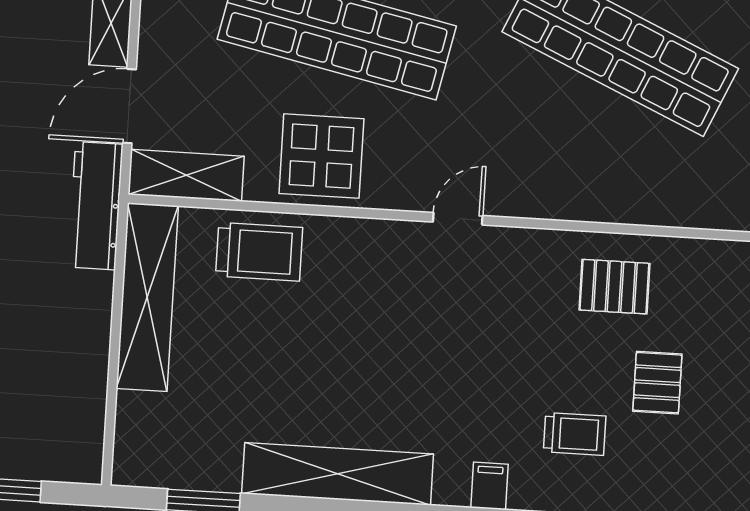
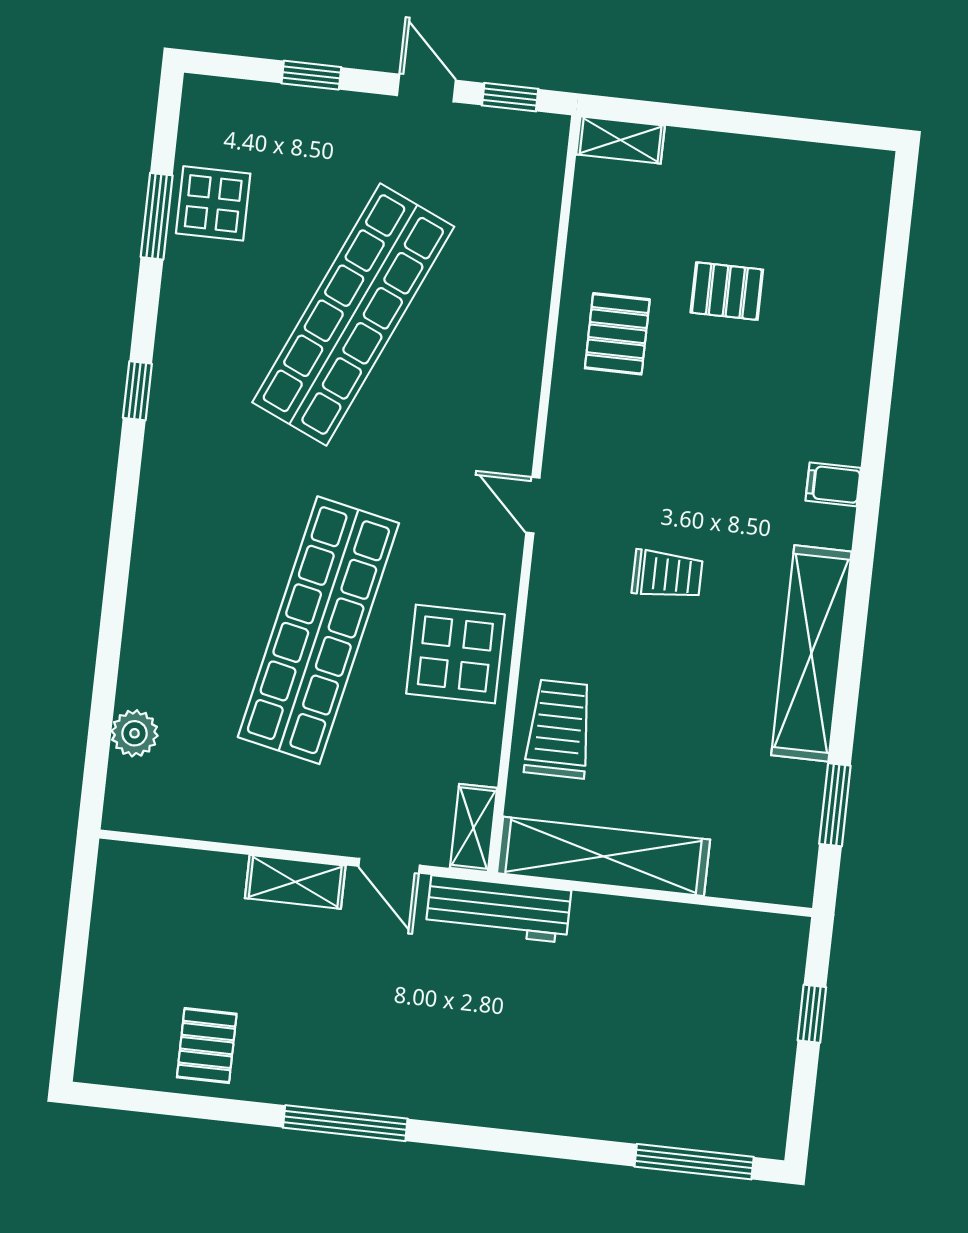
door: (129, 106) -> (389, 866), width x0.73
shelving: (186, 175) -> (474, 828), width x0.67, depth x0.75
trolley: (575, 434) -> (667, 575), moved, turned 90

